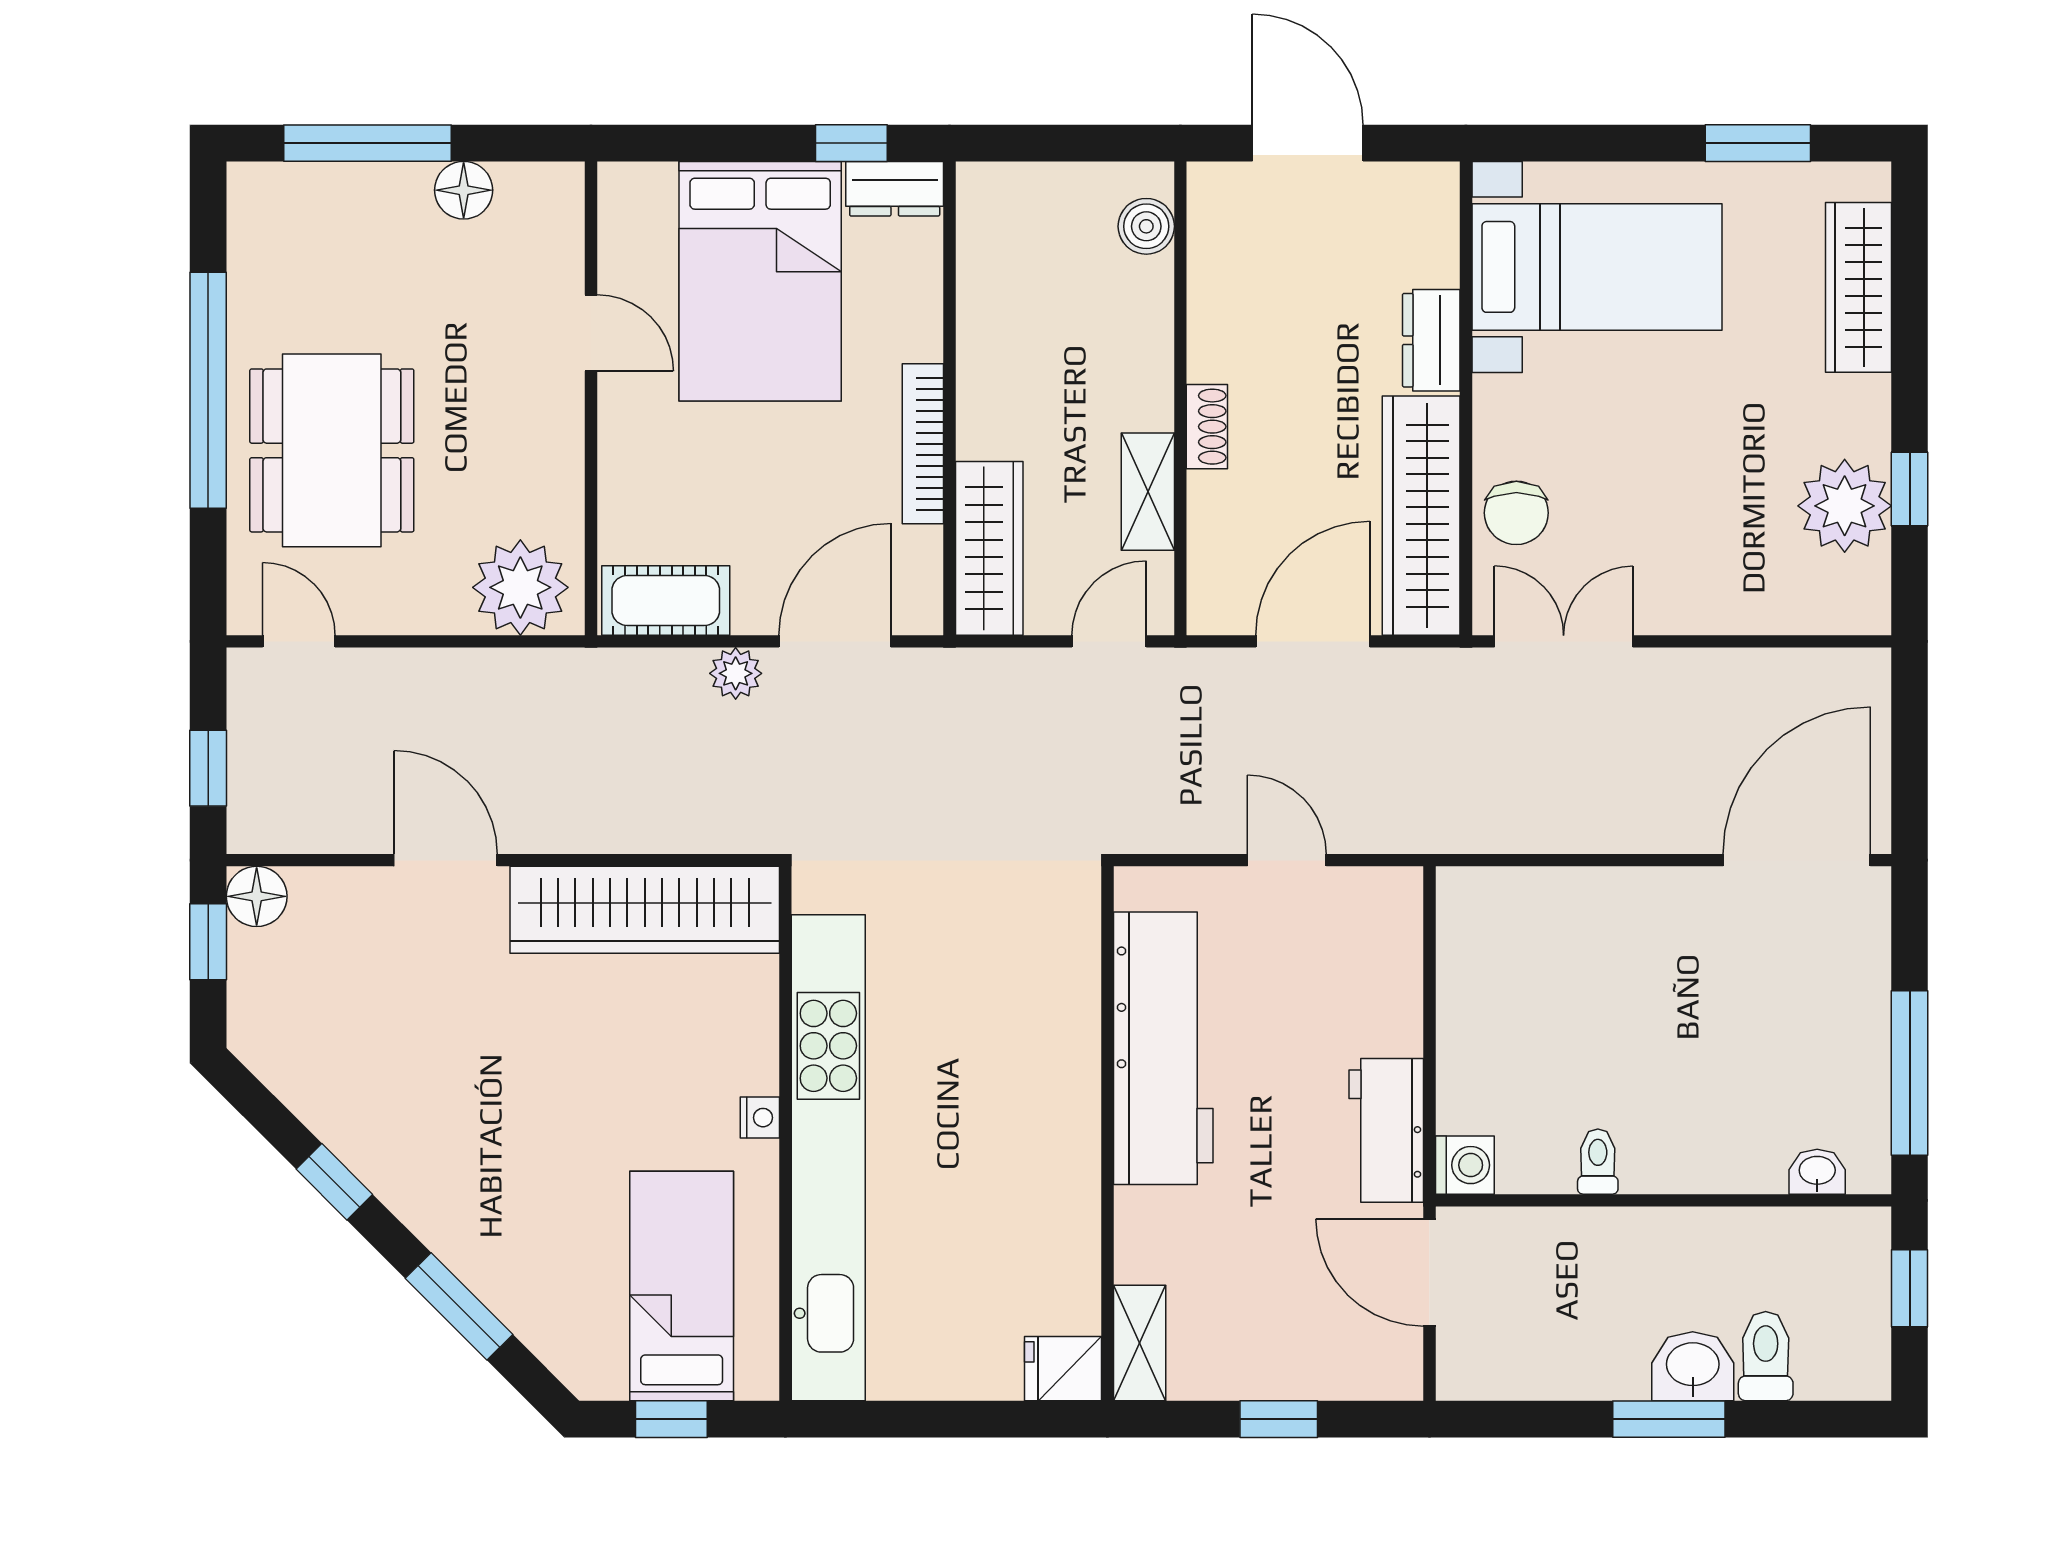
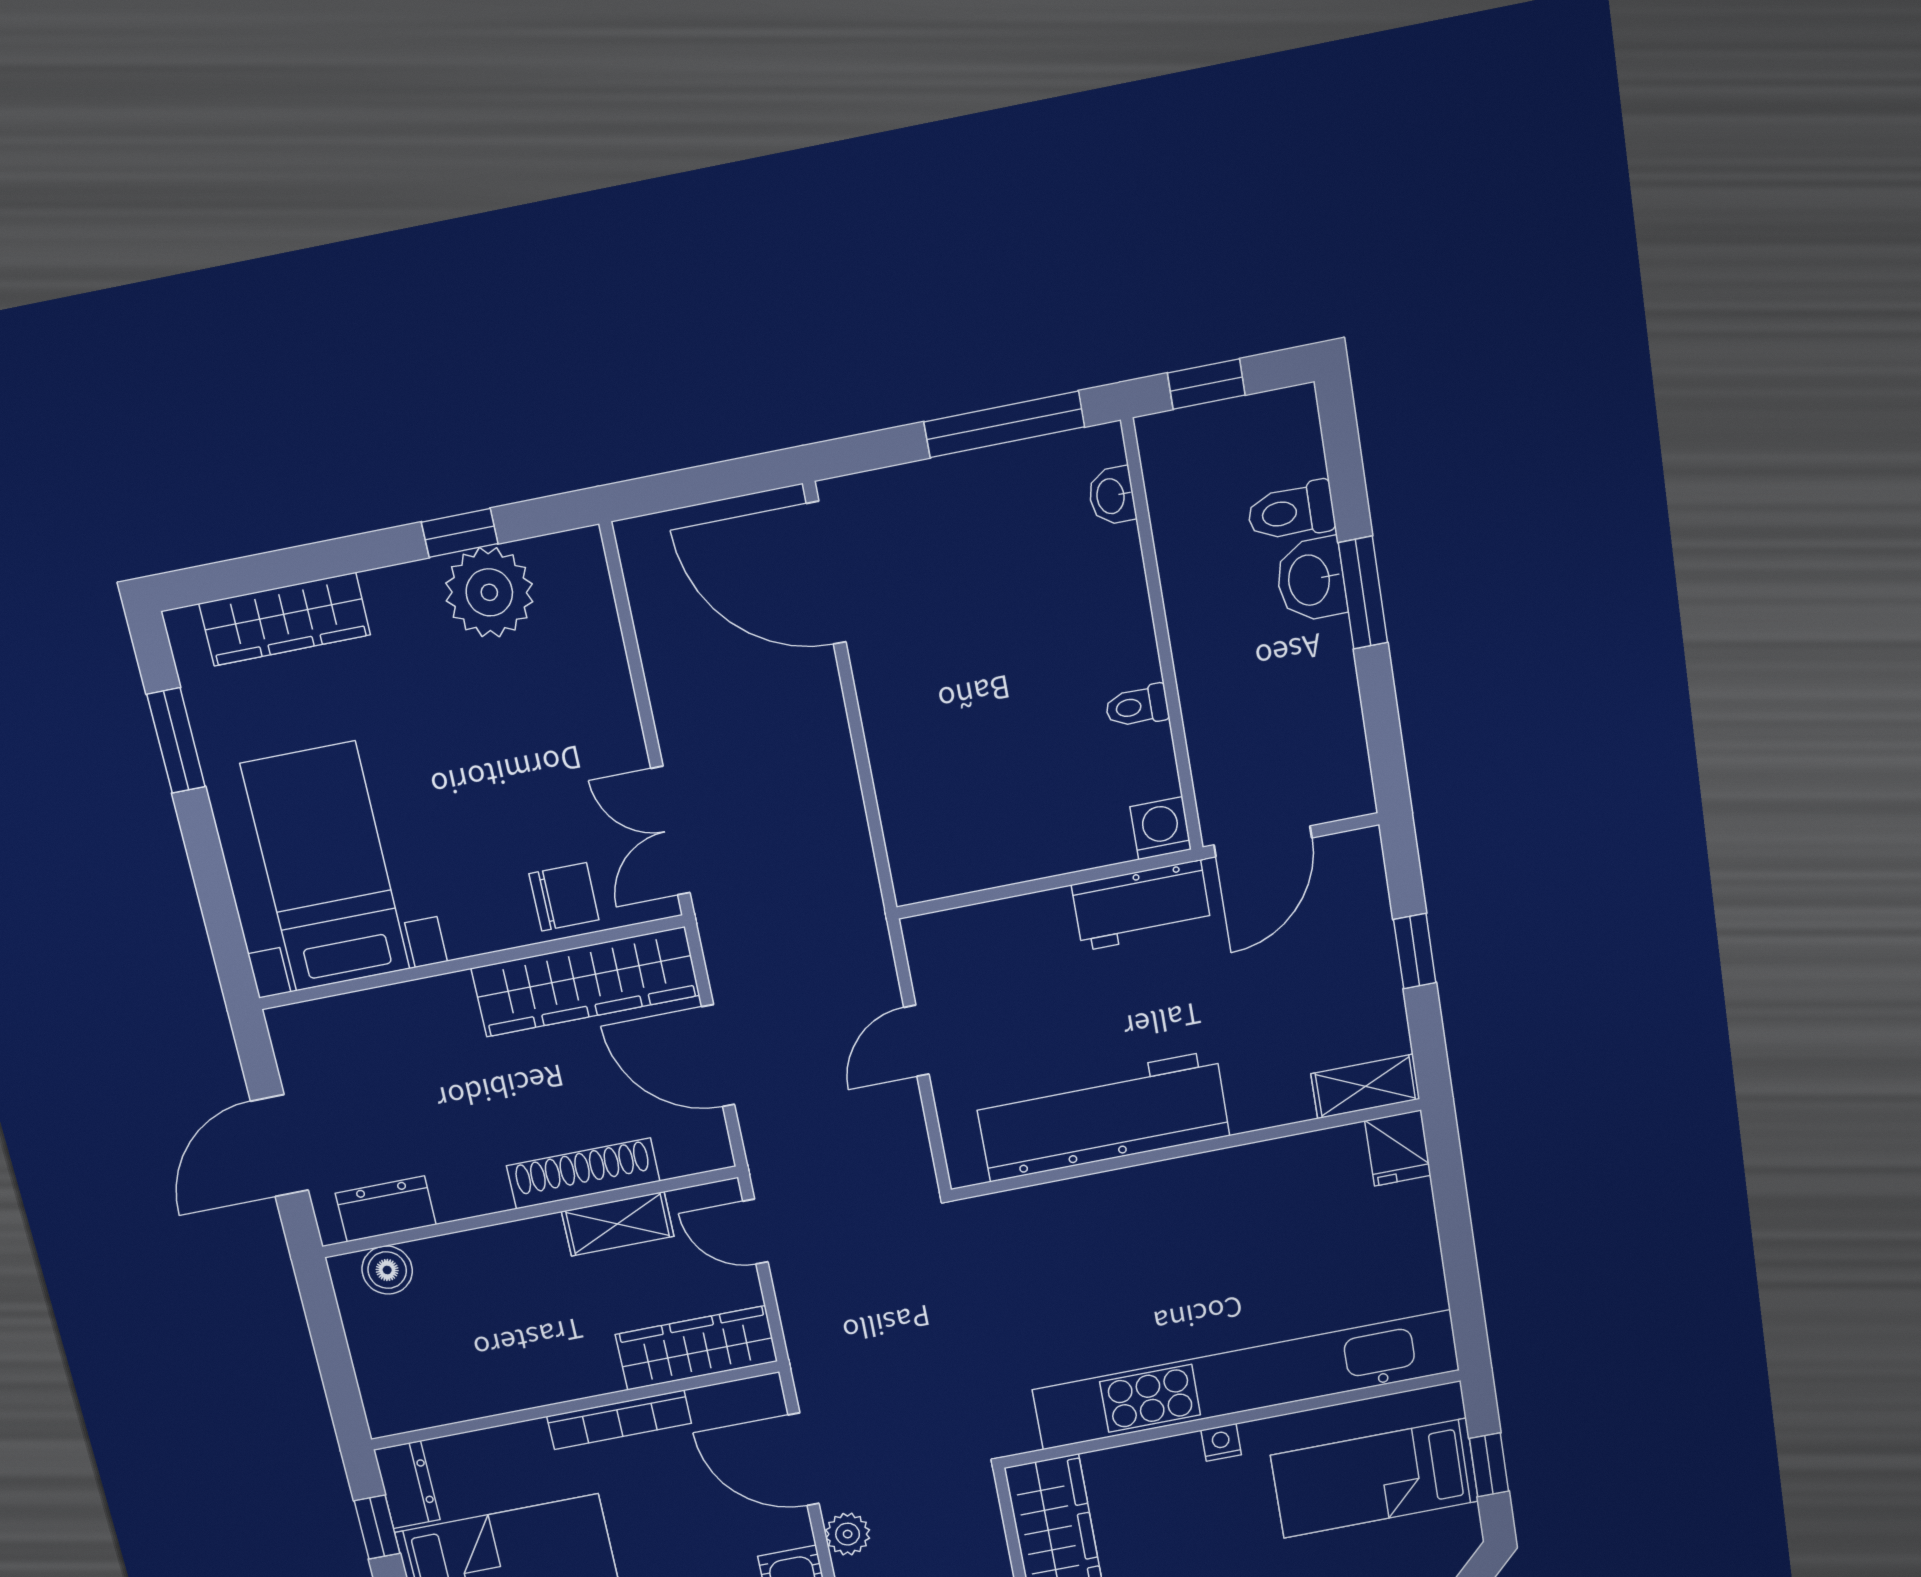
dresser: (1431, 340) -> (386, 1209), moved, turned 180
shoe rack: (1207, 427) -> (583, 1174), width x1.94, depth x1.24

